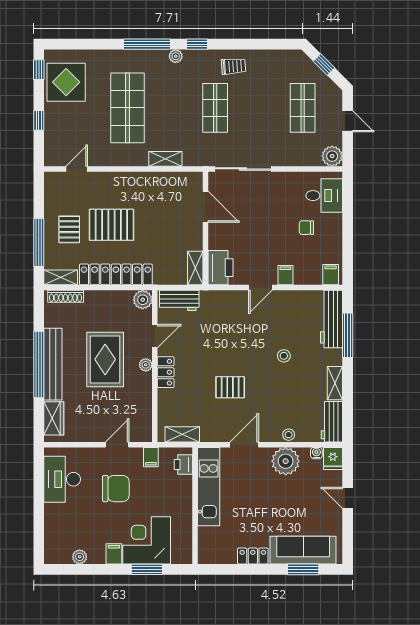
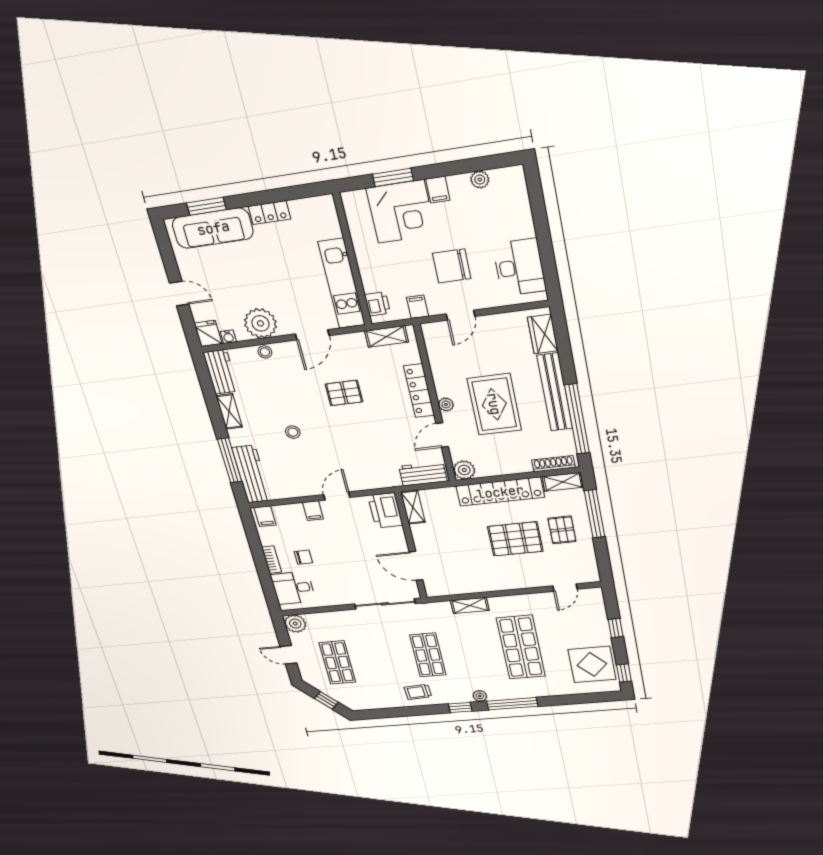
bookcase: (337, 228) -> (272, 560), added
window: (39, 364) -> (577, 419), moved
locker: (166, 372) -> (419, 391), width x1.53

